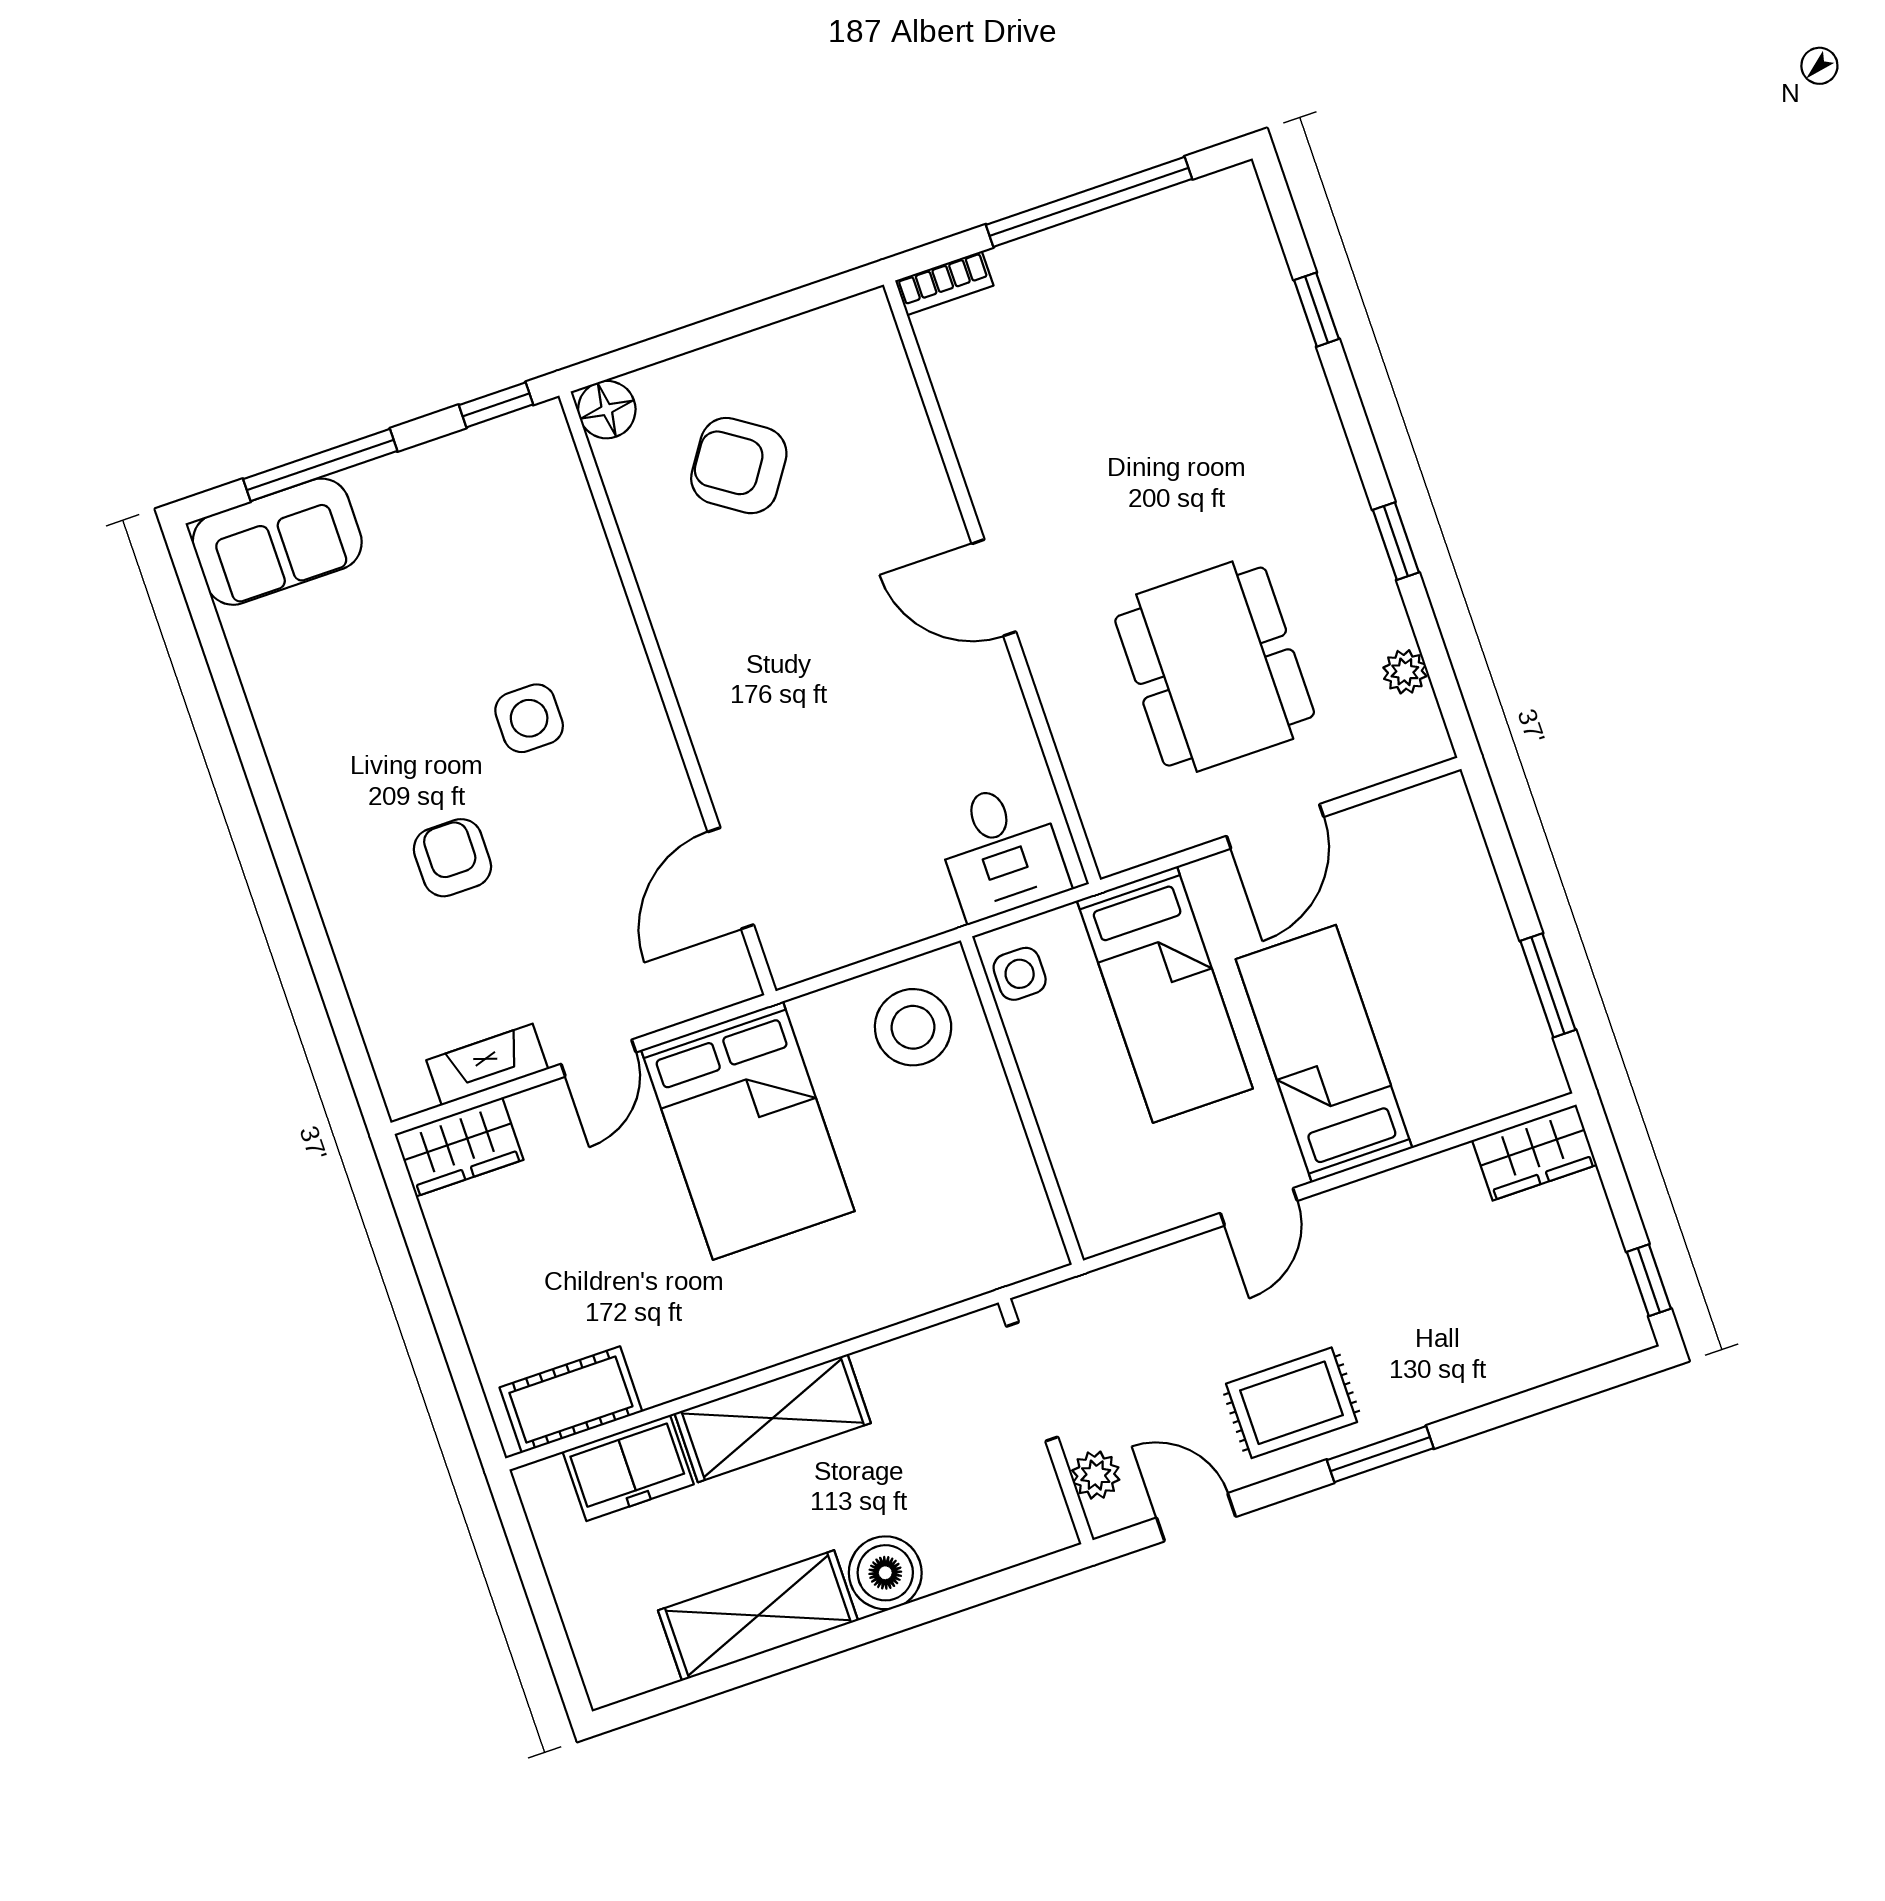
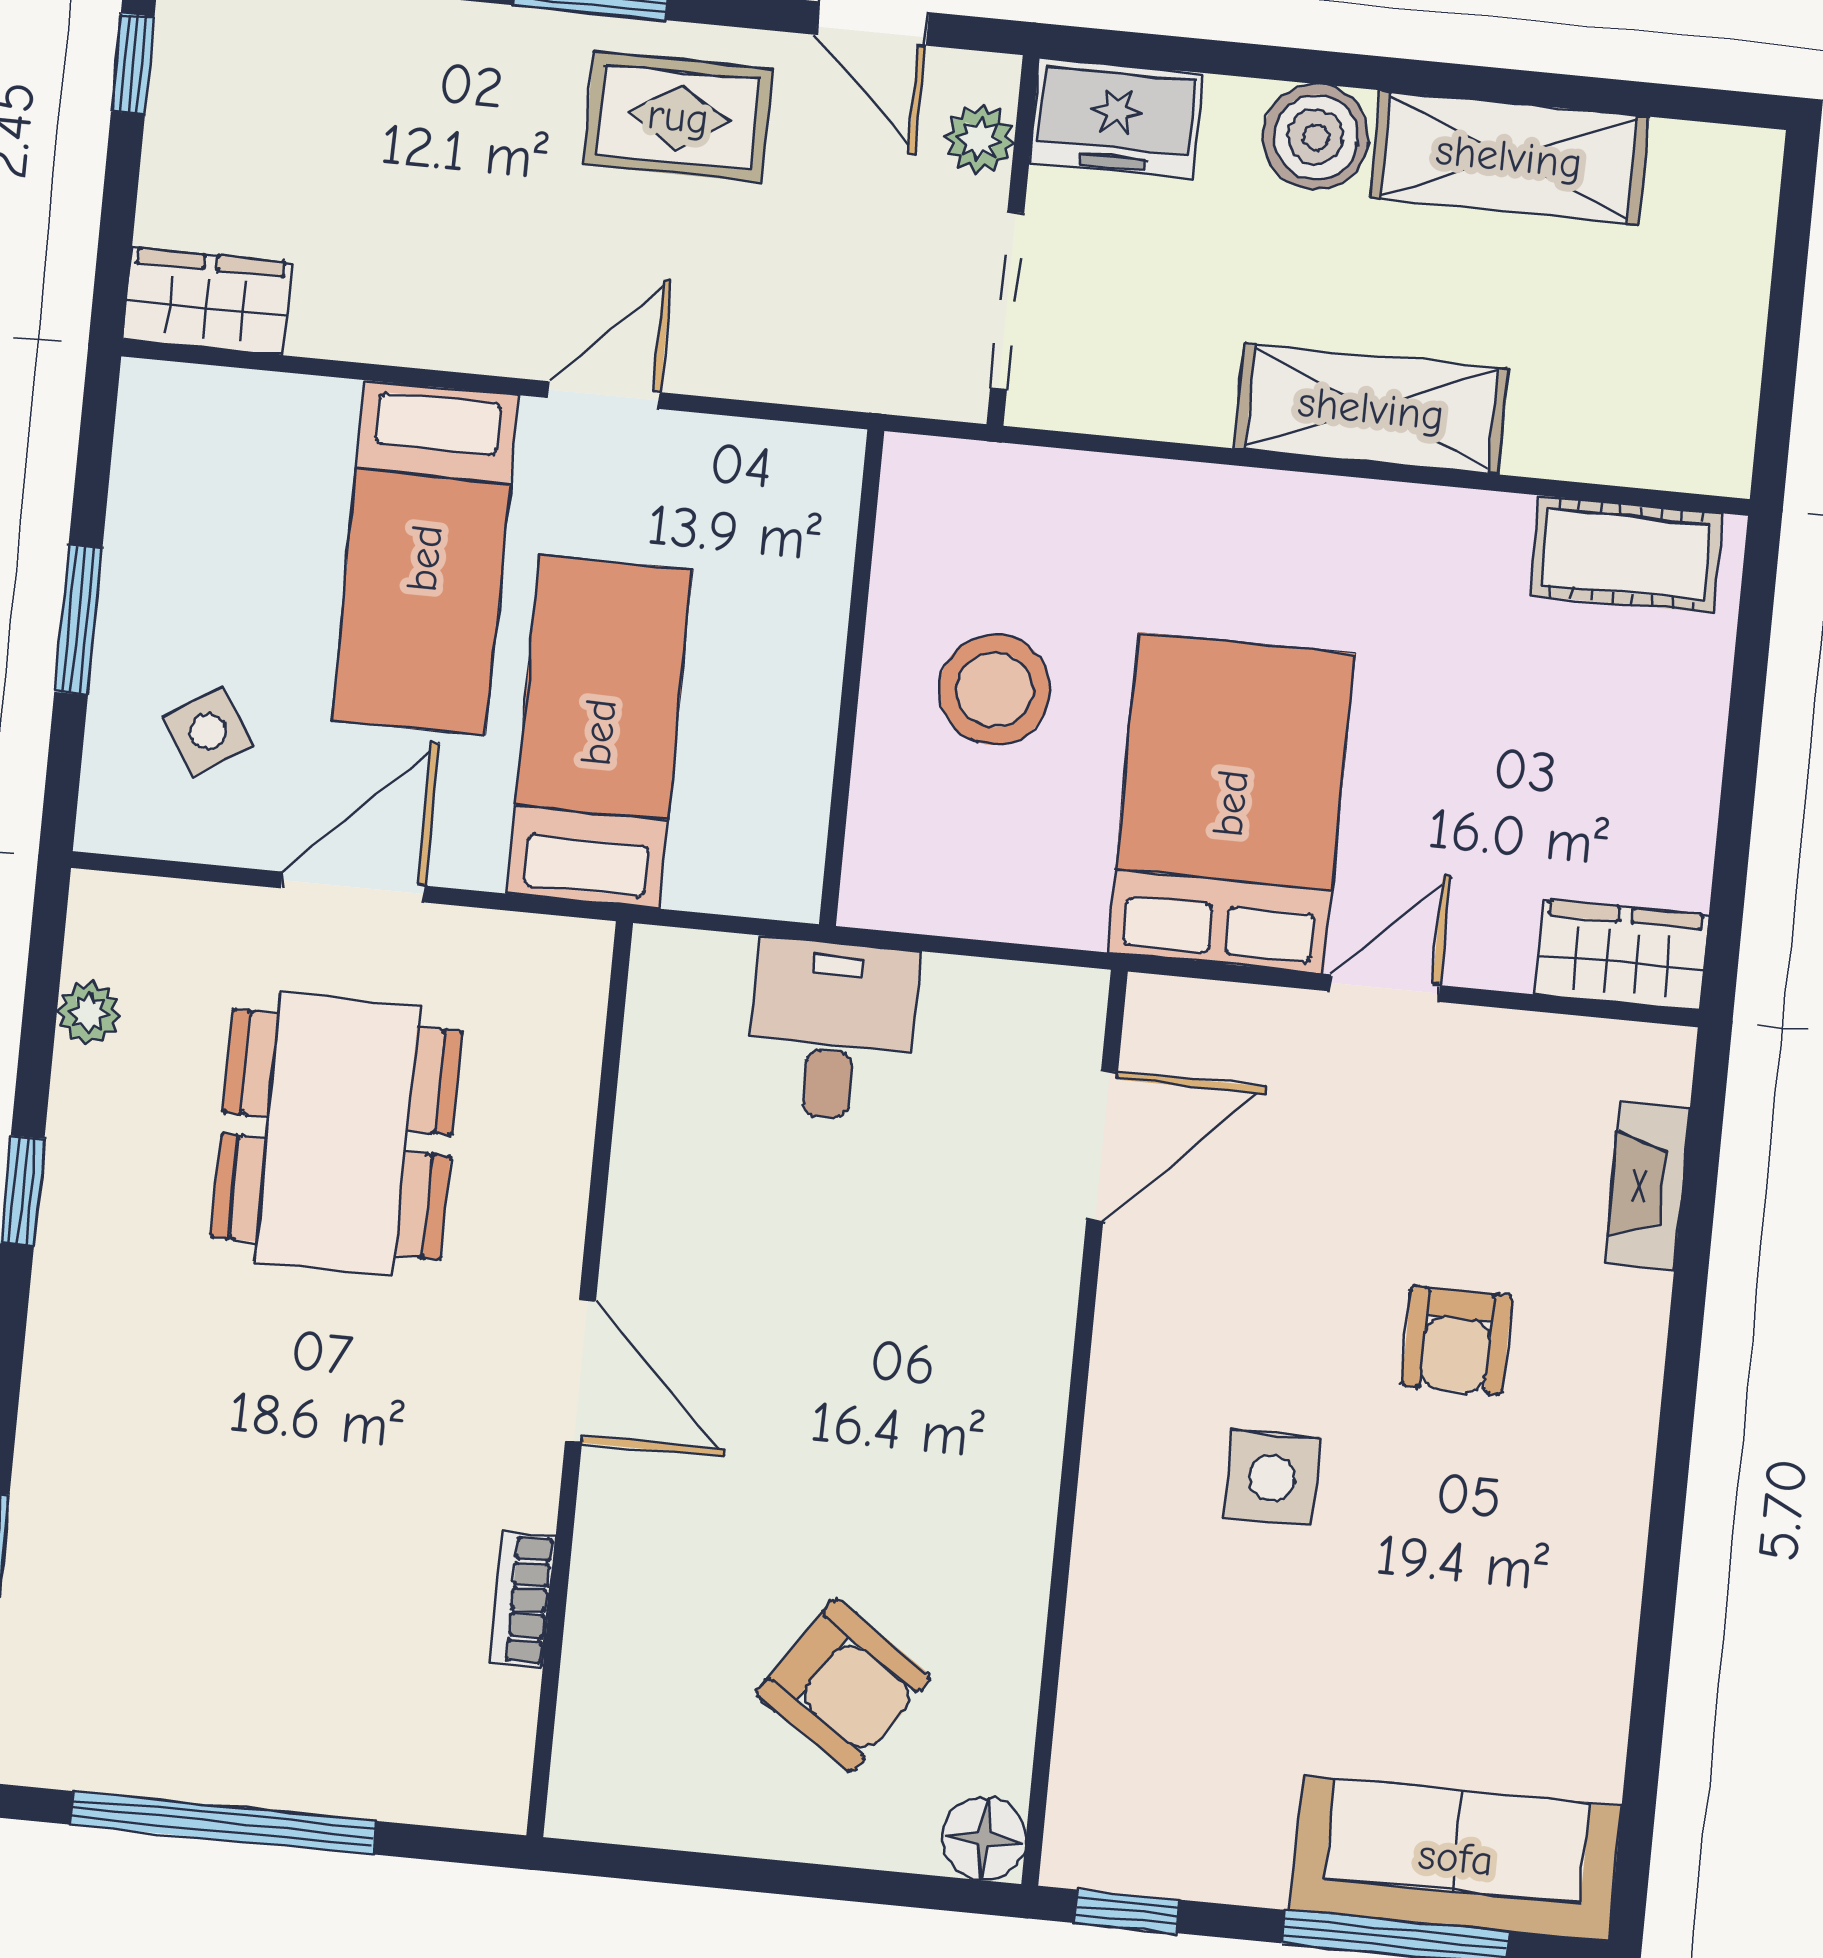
bookcase: (944, 283) -> (523, 1599), moved, turned -90
sofa: (277, 542) -> (1456, 1858), width x1.36
desk: (1001, 851) -> (832, 1030), moved
side table: (1020, 974) -> (208, 731), moved, turned -33
window: (1548, 985) -> (78, 620), moved
stool: (913, 1027) -> (995, 690), moved
fireplace: (487, 1065) -> (1647, 1186), moved, turned 90
freezer: (628, 1468) -> (1116, 118), moved, turned 180

